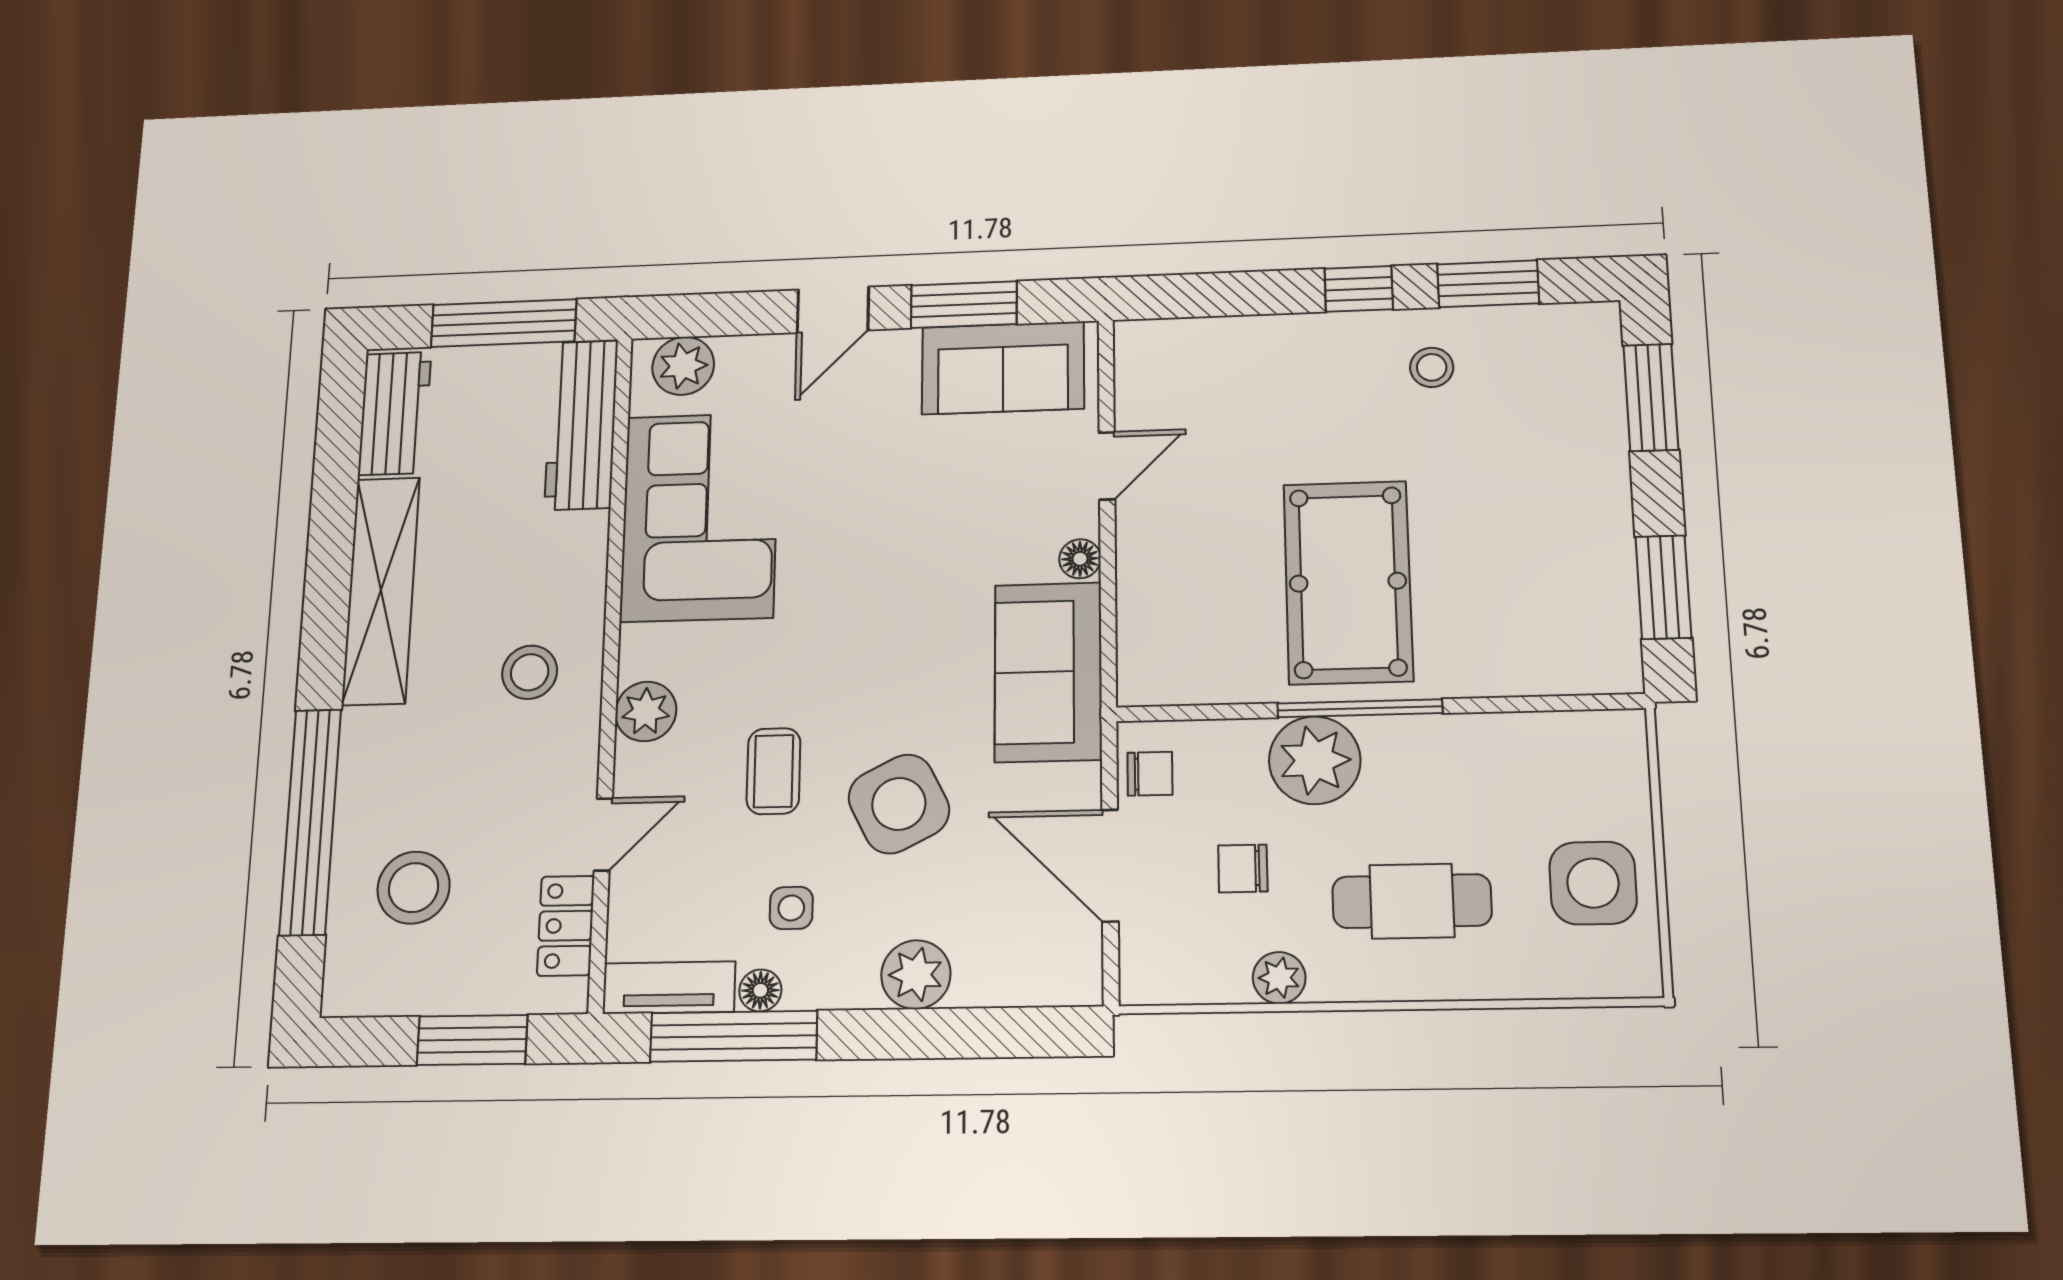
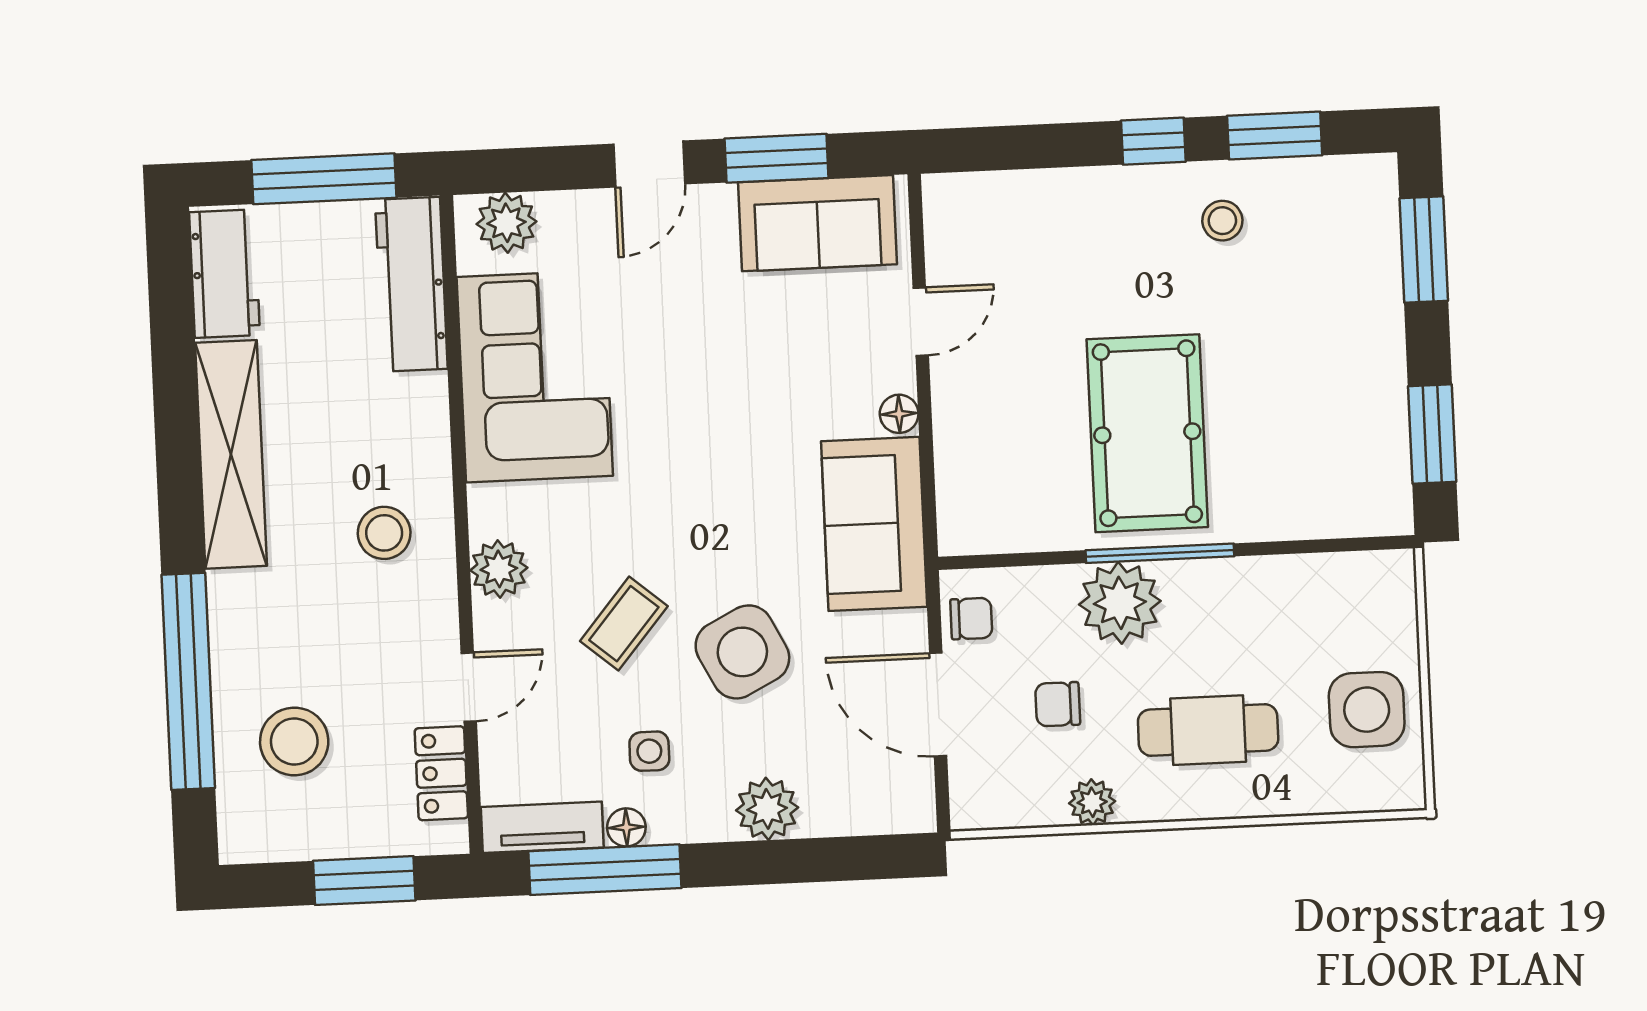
coffee table: (774, 771) -> (624, 624), turned 40

